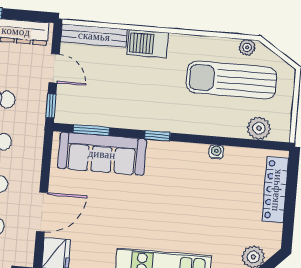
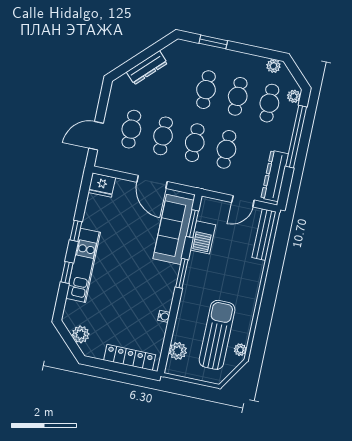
barbecue: (148, 44) -> (203, 237), moved, turned 180
window: (51, 106) -> (215, 195), removed
window: (157, 136) -> (182, 273), width x1.50
door: (42, 212) -> (152, 182), moved

